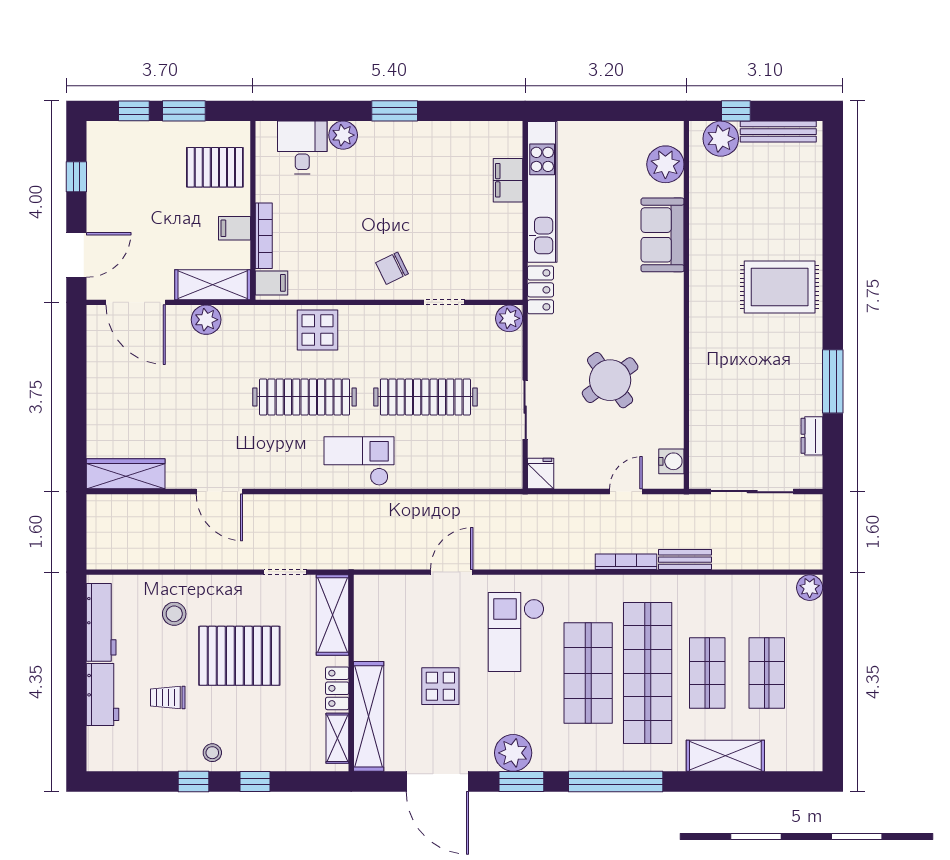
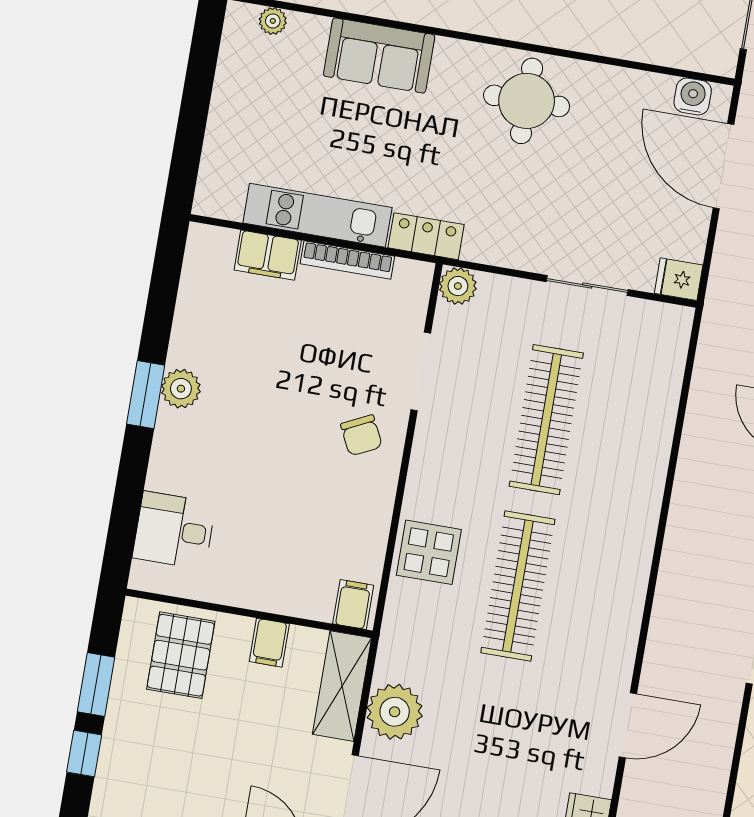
plant: (343, 135) -> (181, 389), moved
plant: (665, 164) -> (273, 21), width x0.53, depth x0.53
kitchen unit: (542, 192) -> (317, 215), width x0.73
bookcase: (264, 236) -> (347, 260), moved, turned 180
doorway: (444, 302) -> (421, 371), width x1.38
plant: (206, 320) -> (395, 712), width x1.36, depth x1.36
round table: (610, 380) -> (527, 101), moved, turned 36
checkout: (359, 461) -> (619, 526), removed
door: (626, 492) -> (723, 166), width x1.87

